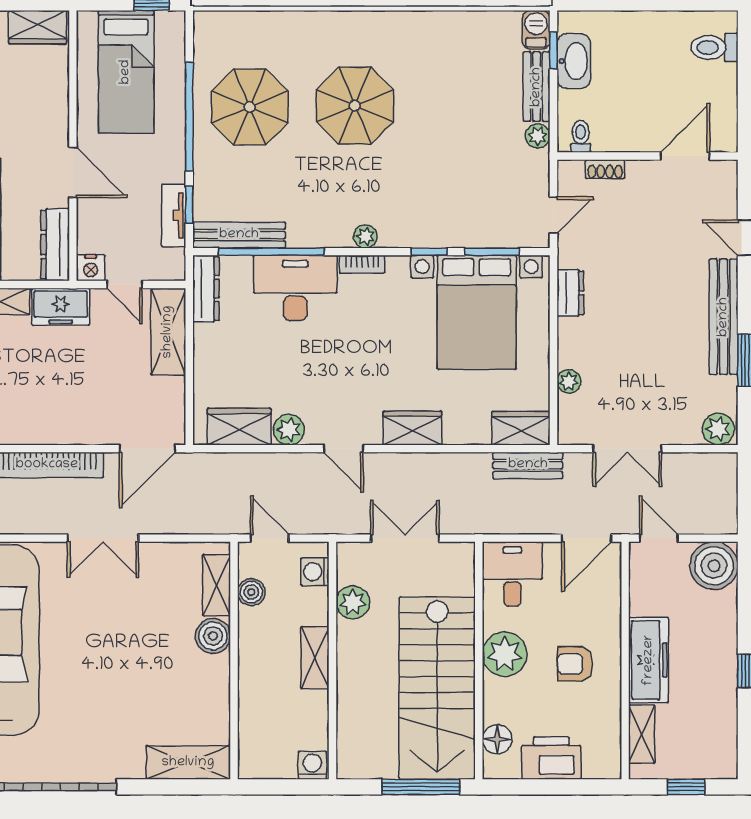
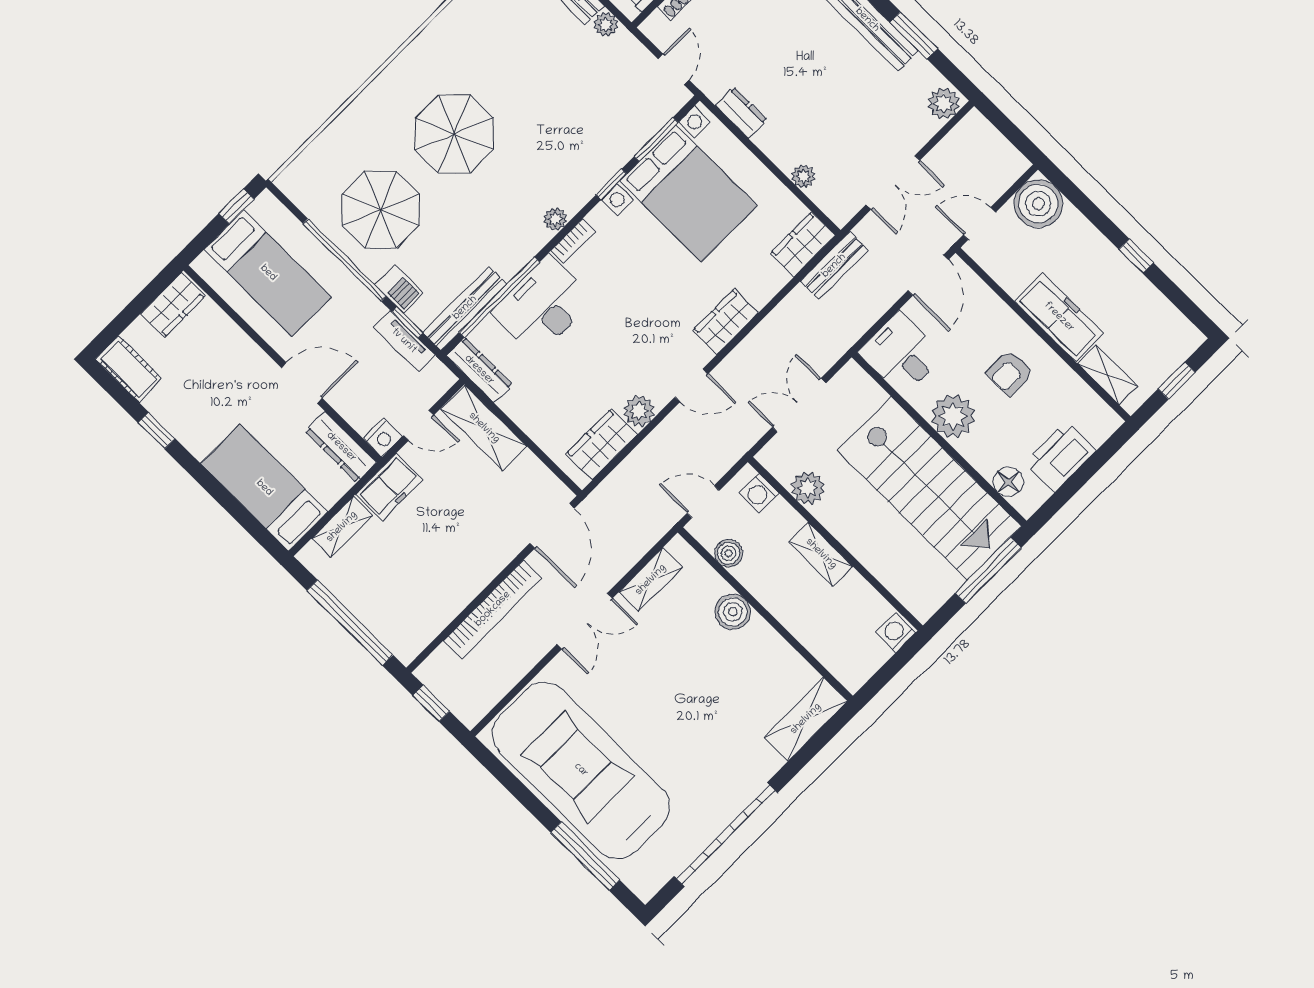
barbecue: (207, 175) -> (399, 289), added
shelving: (217, 585) -> (651, 580), moved, turned 90

